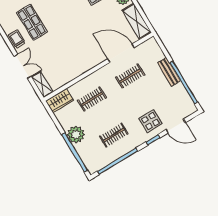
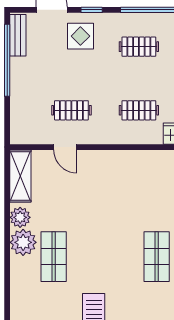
door: (121, 53) -> (65, 147), width x0.53
bench: (169, 72) -> (18, 35), moved

